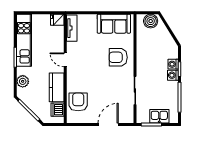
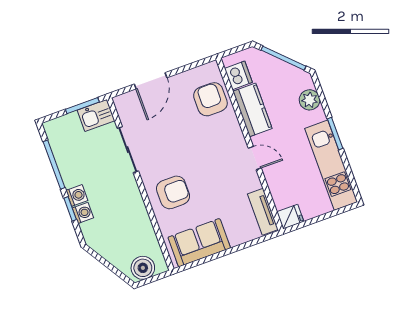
armchair: (78, 102) -> (210, 99), turned 180
kitchen sink: (159, 116) -> (96, 115), moved

